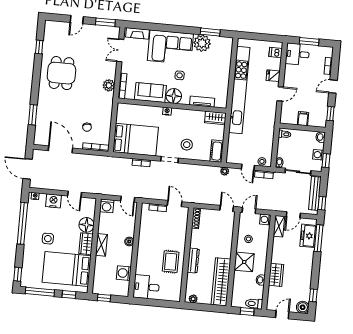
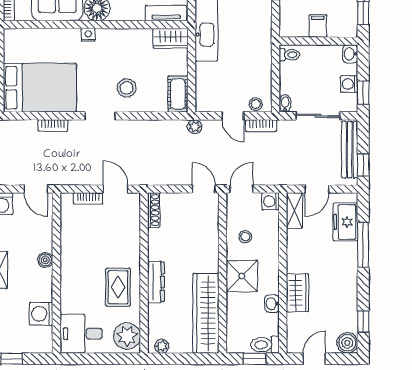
tv unit: (202, 102) -> (166, 13), moved
window: (319, 238) -> (363, 245), moved
plant: (173, 291) -> (127, 336), added

